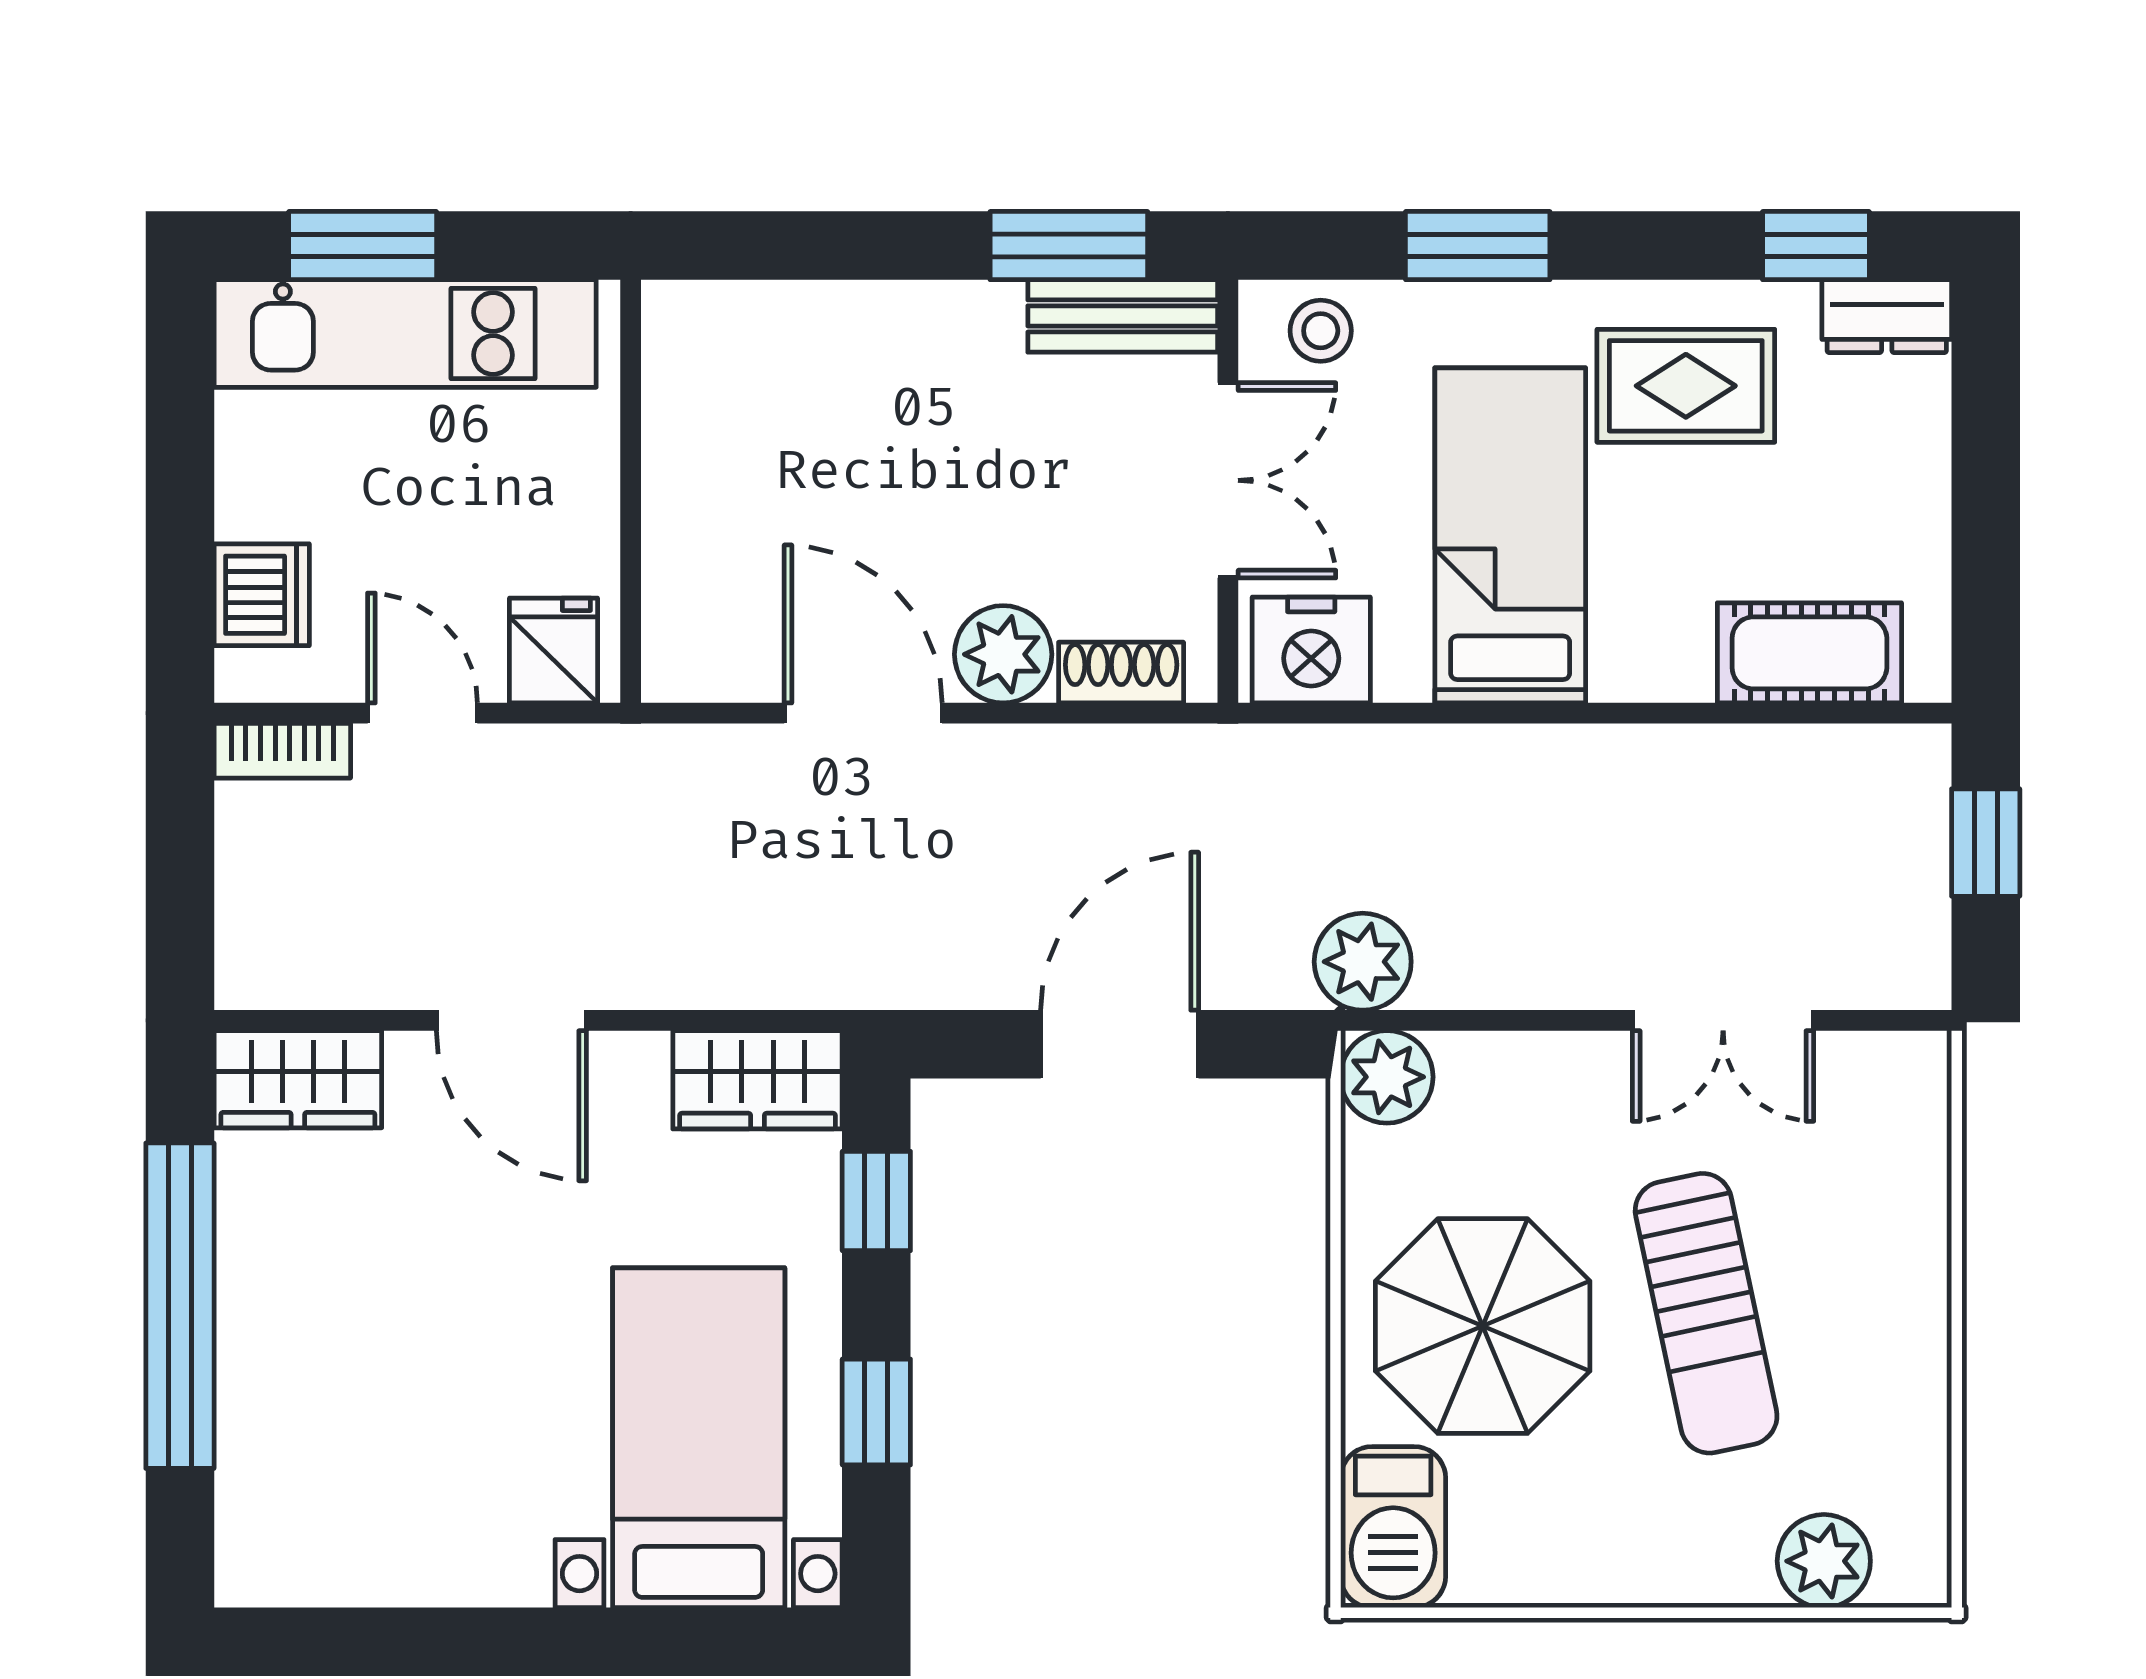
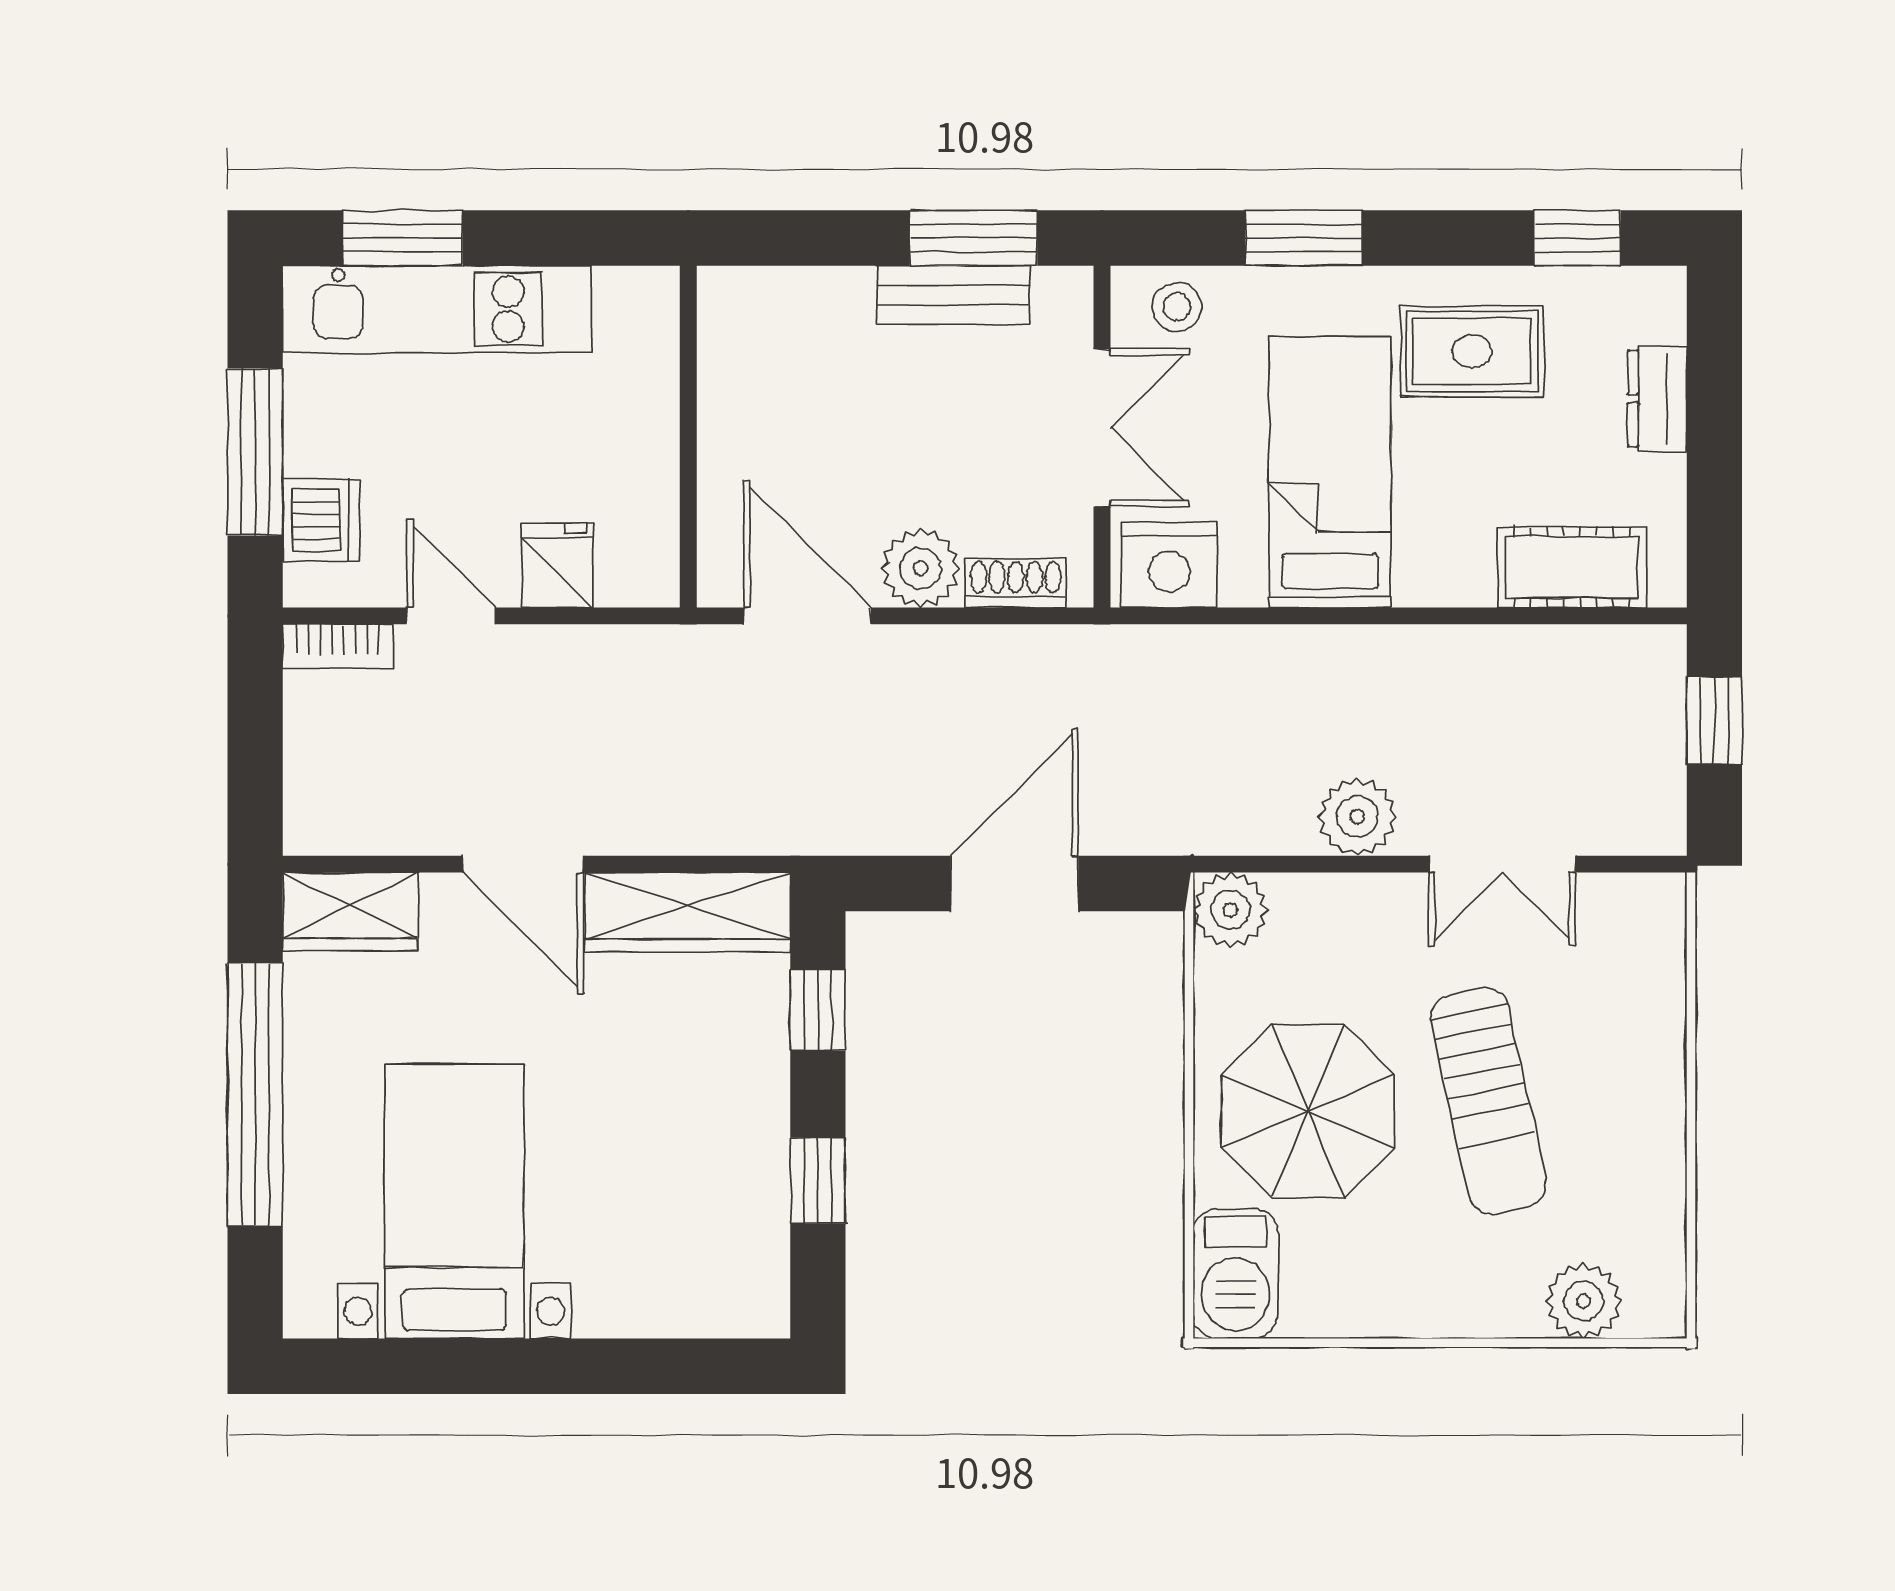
bench: (1123, 316) -> (953, 295), moved
dresser: (1887, 316) -> (1657, 399), moved, turned 90
wall: (631, 491) -> (688, 437), moved
window: (180, 510) -> (255, 452), added
plant: (1363, 962) -> (1357, 817), moved
wardrobe: (758, 1080) -> (688, 912), width x1.50
bed with nightstands: (699, 1438) -> (454, 1201), moved

